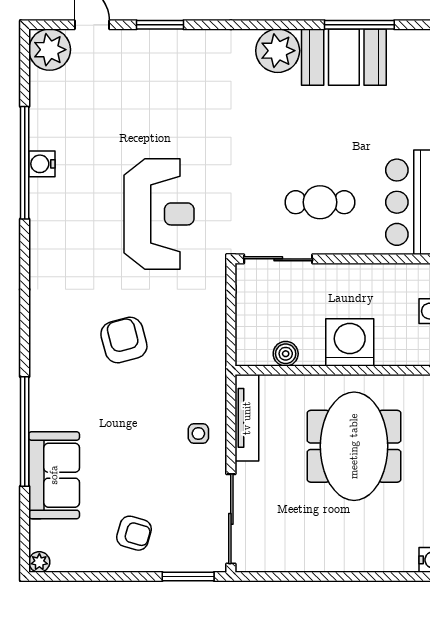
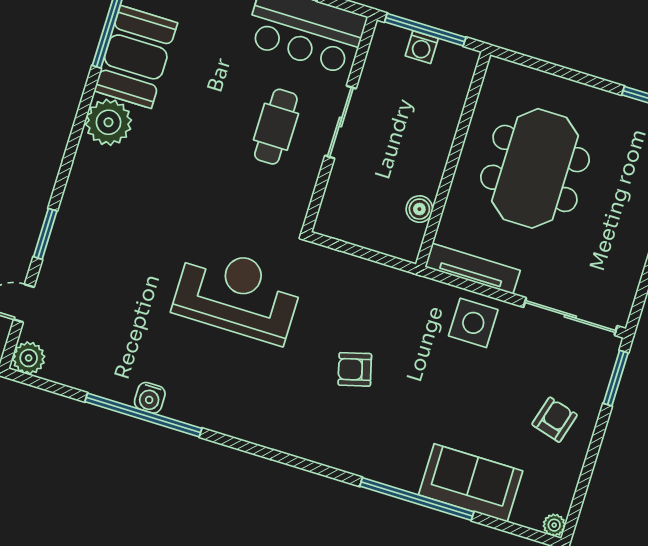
plant: (50, 50) -> (29, 358), width x0.73, depth x0.73
sliding door: (278, 259) -> (340, 122), moved
armchair: (124, 340) -> (355, 369), width x0.72, depth x0.72
washing machine: (350, 342) -> (428, 140), removed
side table: (198, 433) -> (473, 323), width x1.87, depth x1.87
meeting table: (354, 446) -> (535, 168), turned 90

